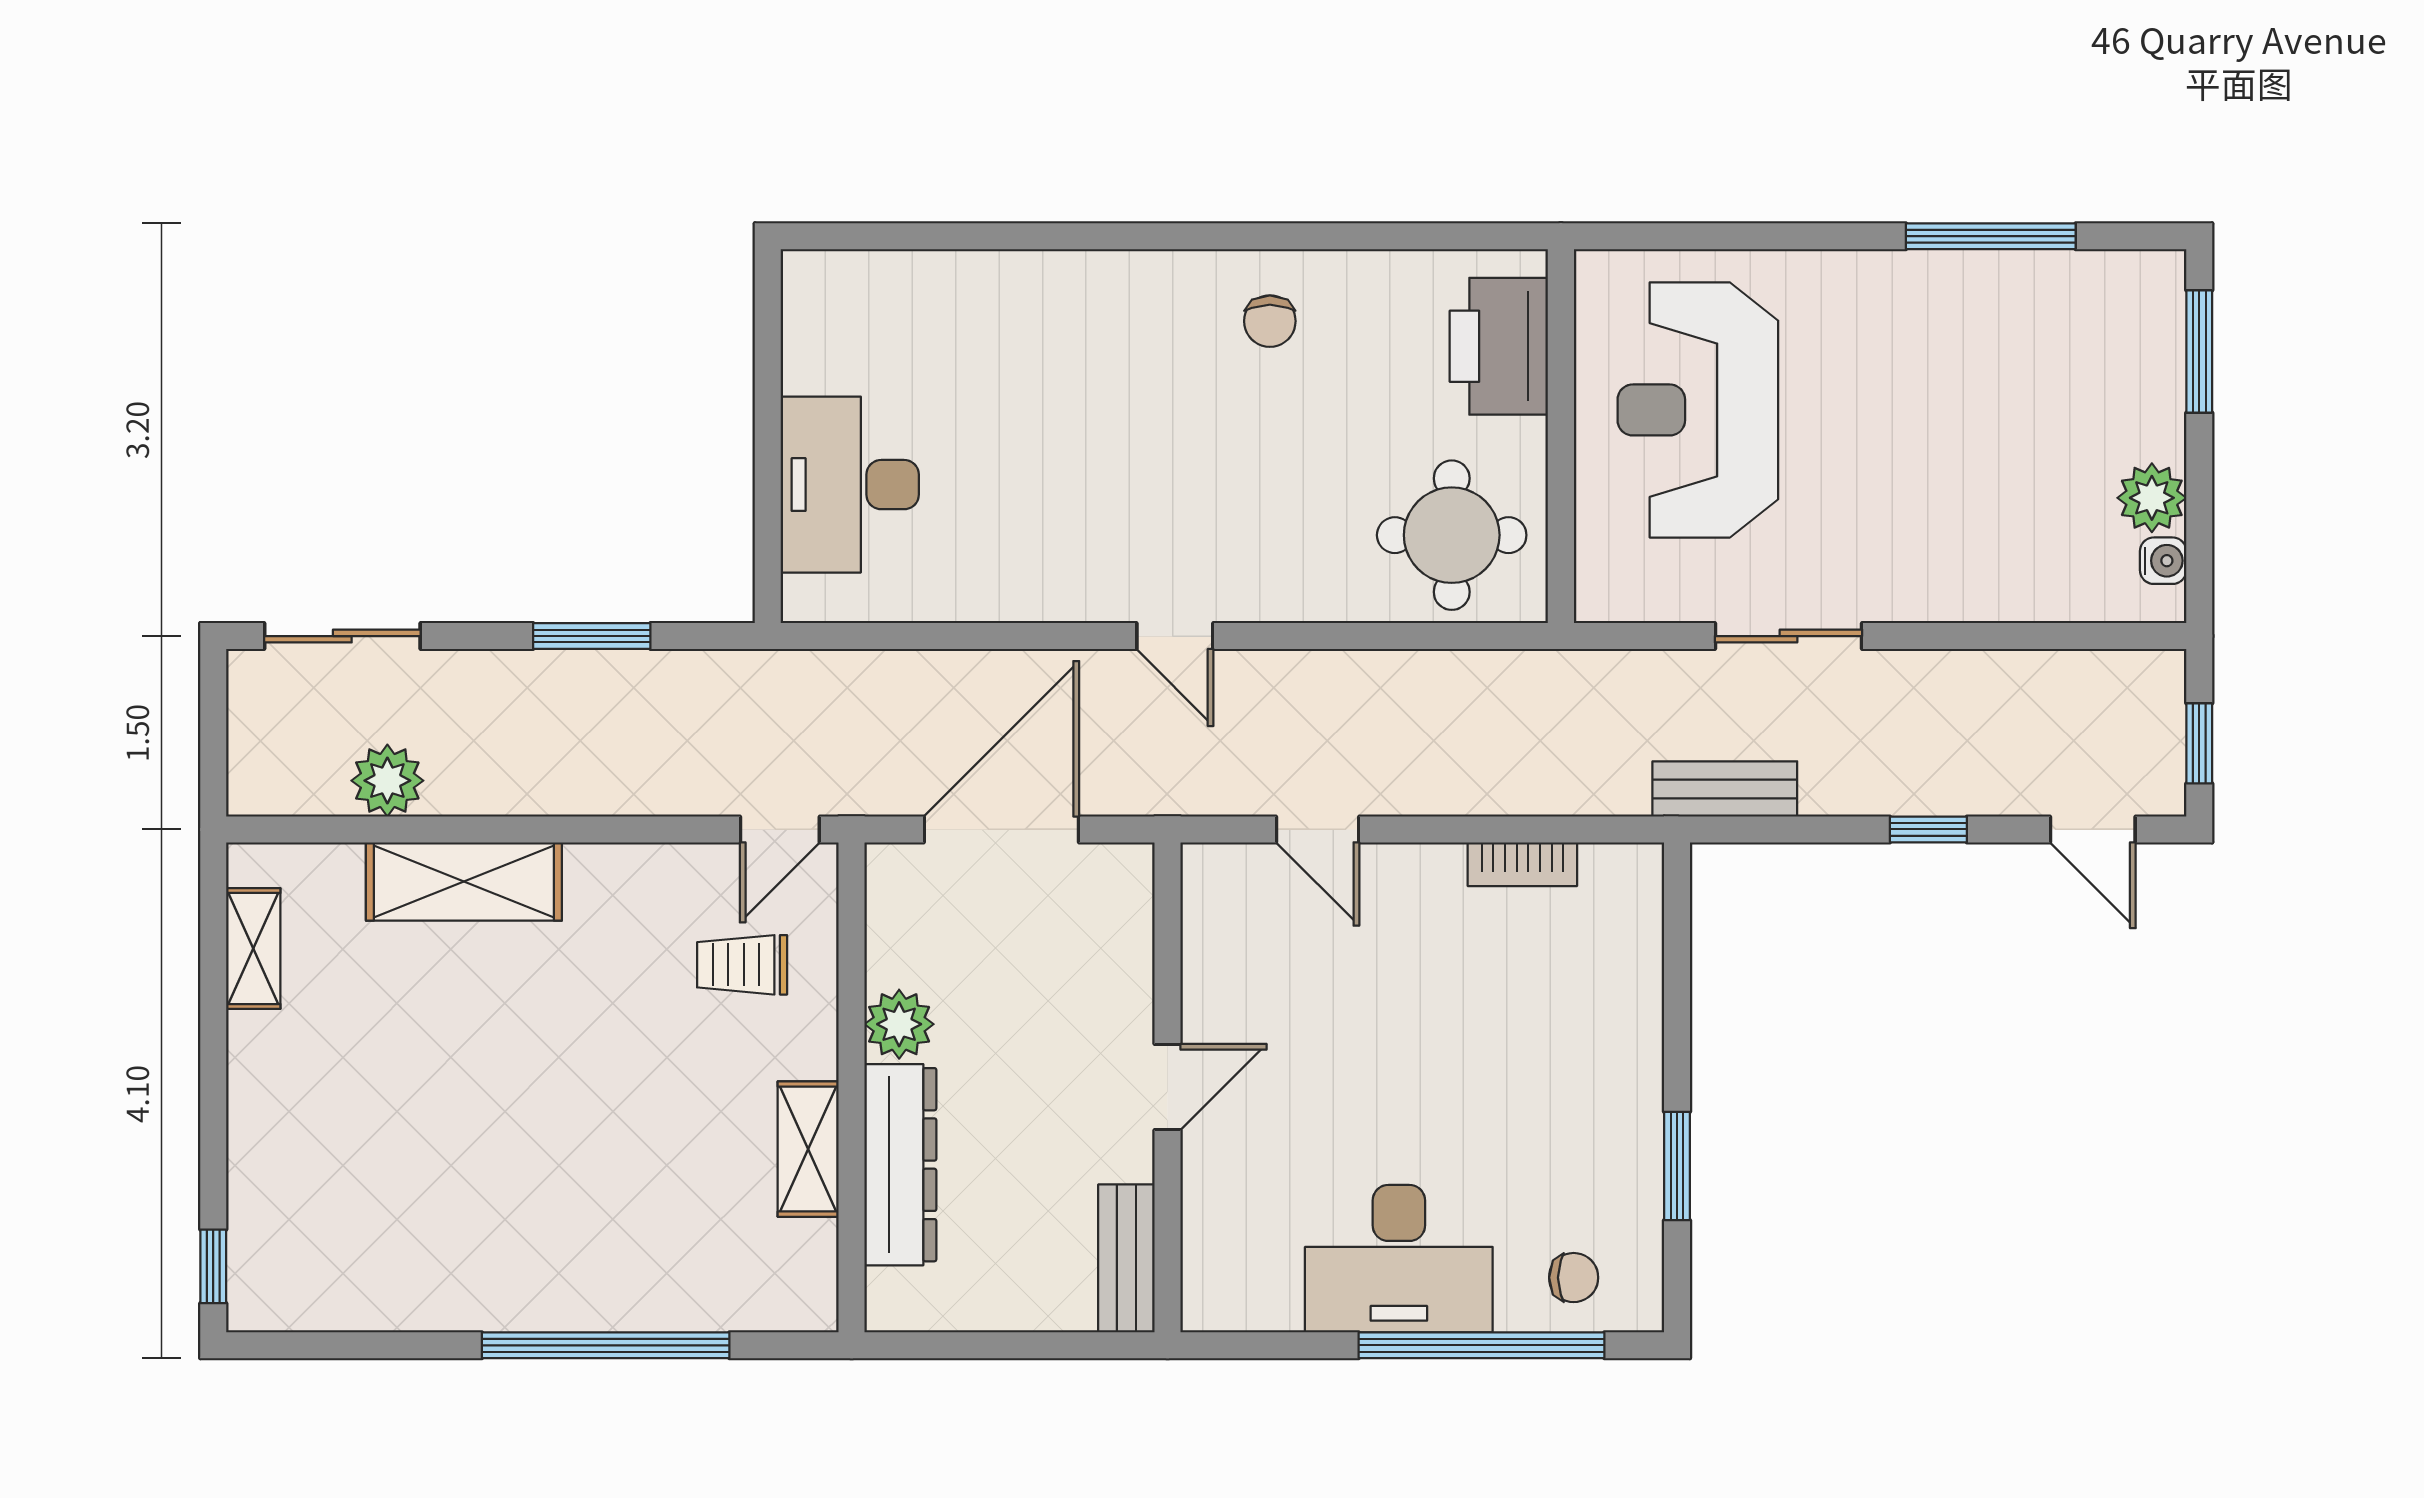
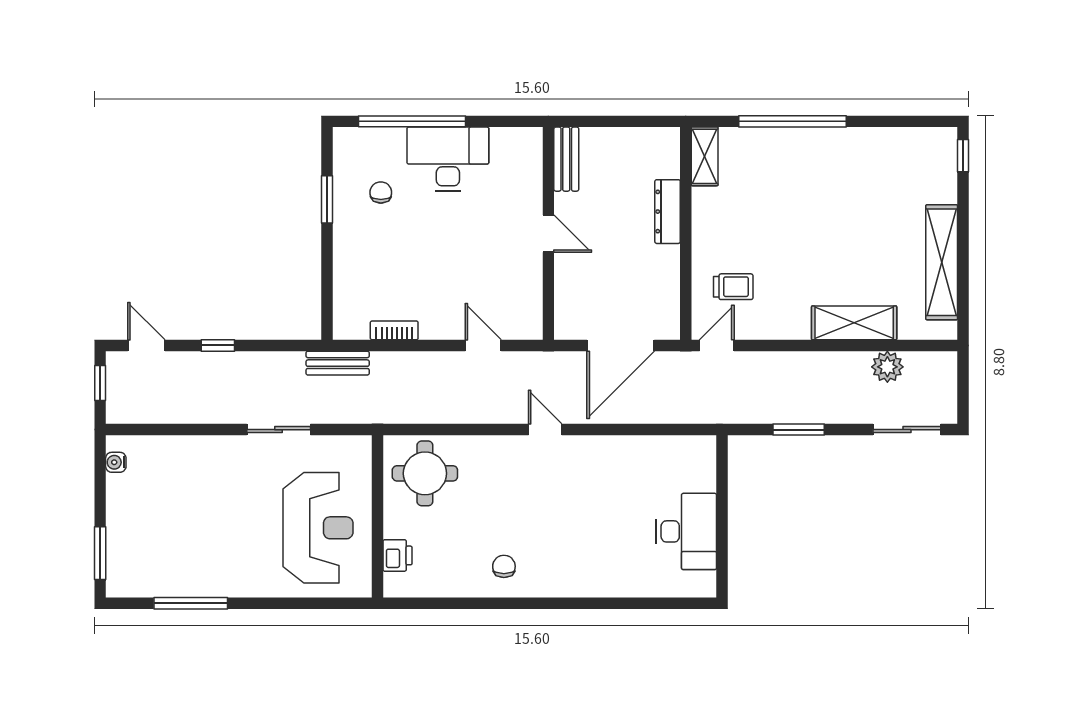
printer: (1499, 346) -> (398, 555), width x0.53, depth x0.68
desk: (850, 485) -> (686, 531), moved
plant: (2152, 498) -> (121, 490), removed
bench: (1725, 789) -> (338, 363), moved
shelving: (253, 949) -> (942, 262), width x2.20, depth x1.33
plant: (899, 1024) -> (665, 261), removed
door: (1168, 1087) -> (548, 234), swing flipped
shelving: (808, 1149) -> (705, 156), moved
dresser: (900, 1165) -> (668, 212), width x0.73, depth x0.80
chair: (1574, 1278) -> (381, 192), moved, turned 90

